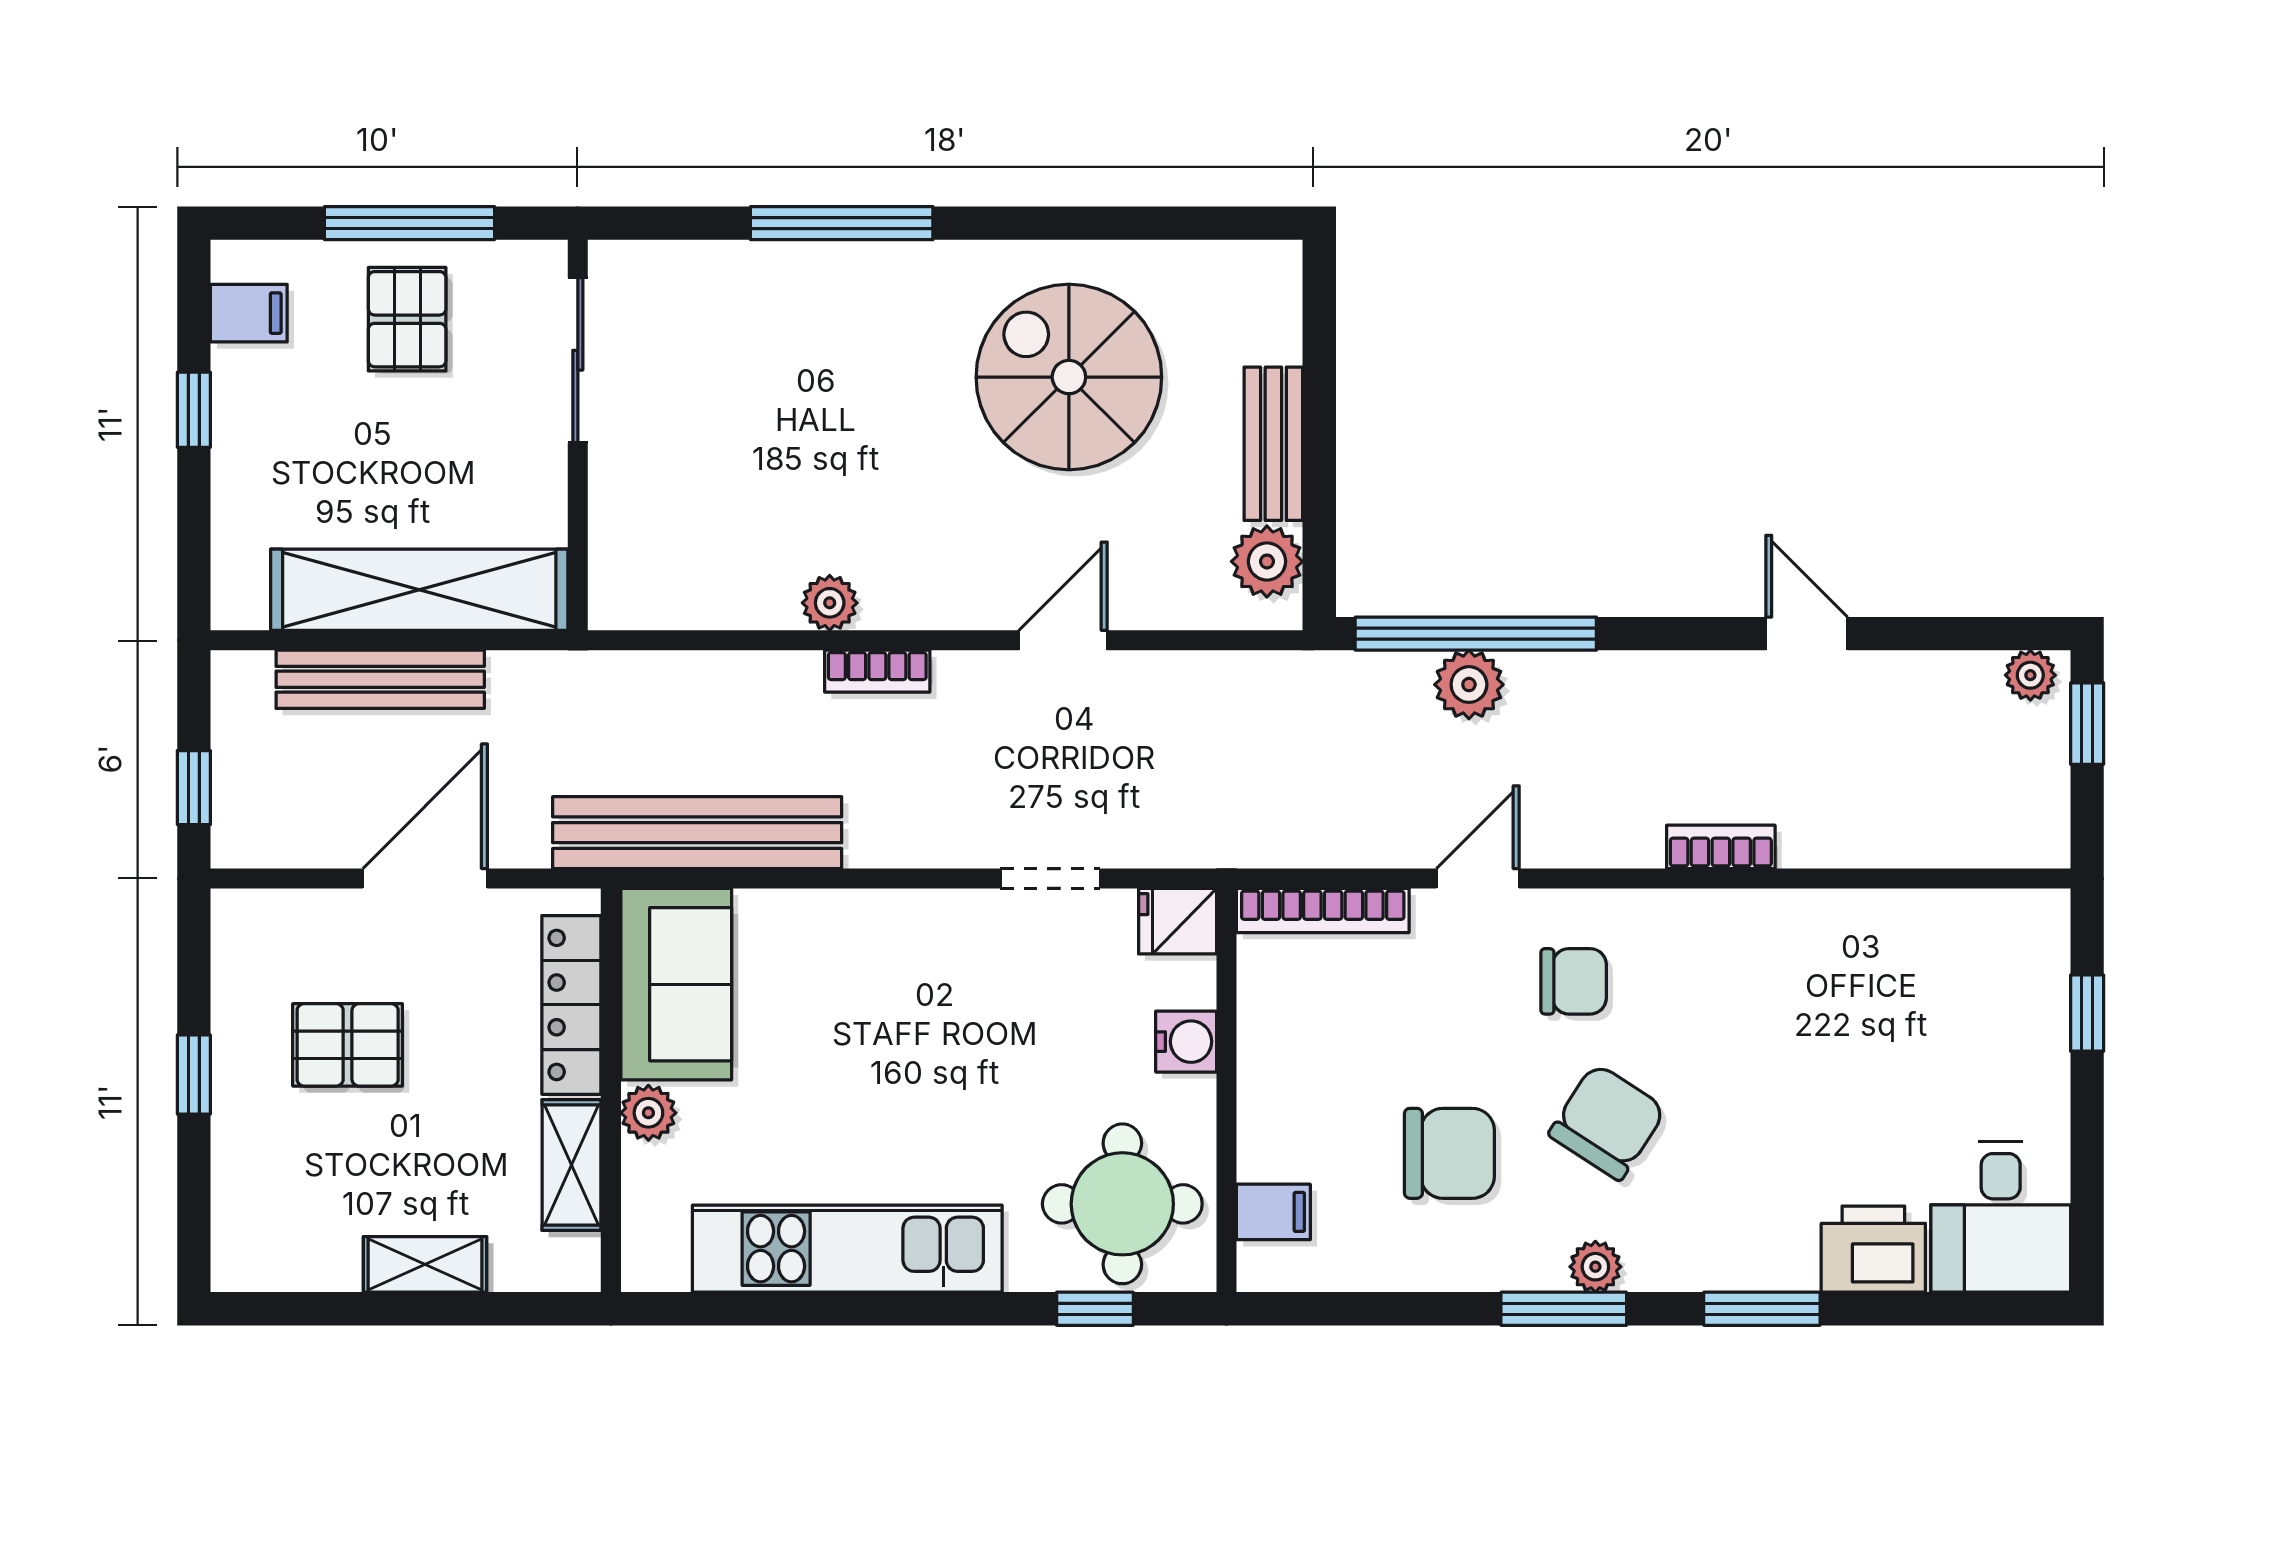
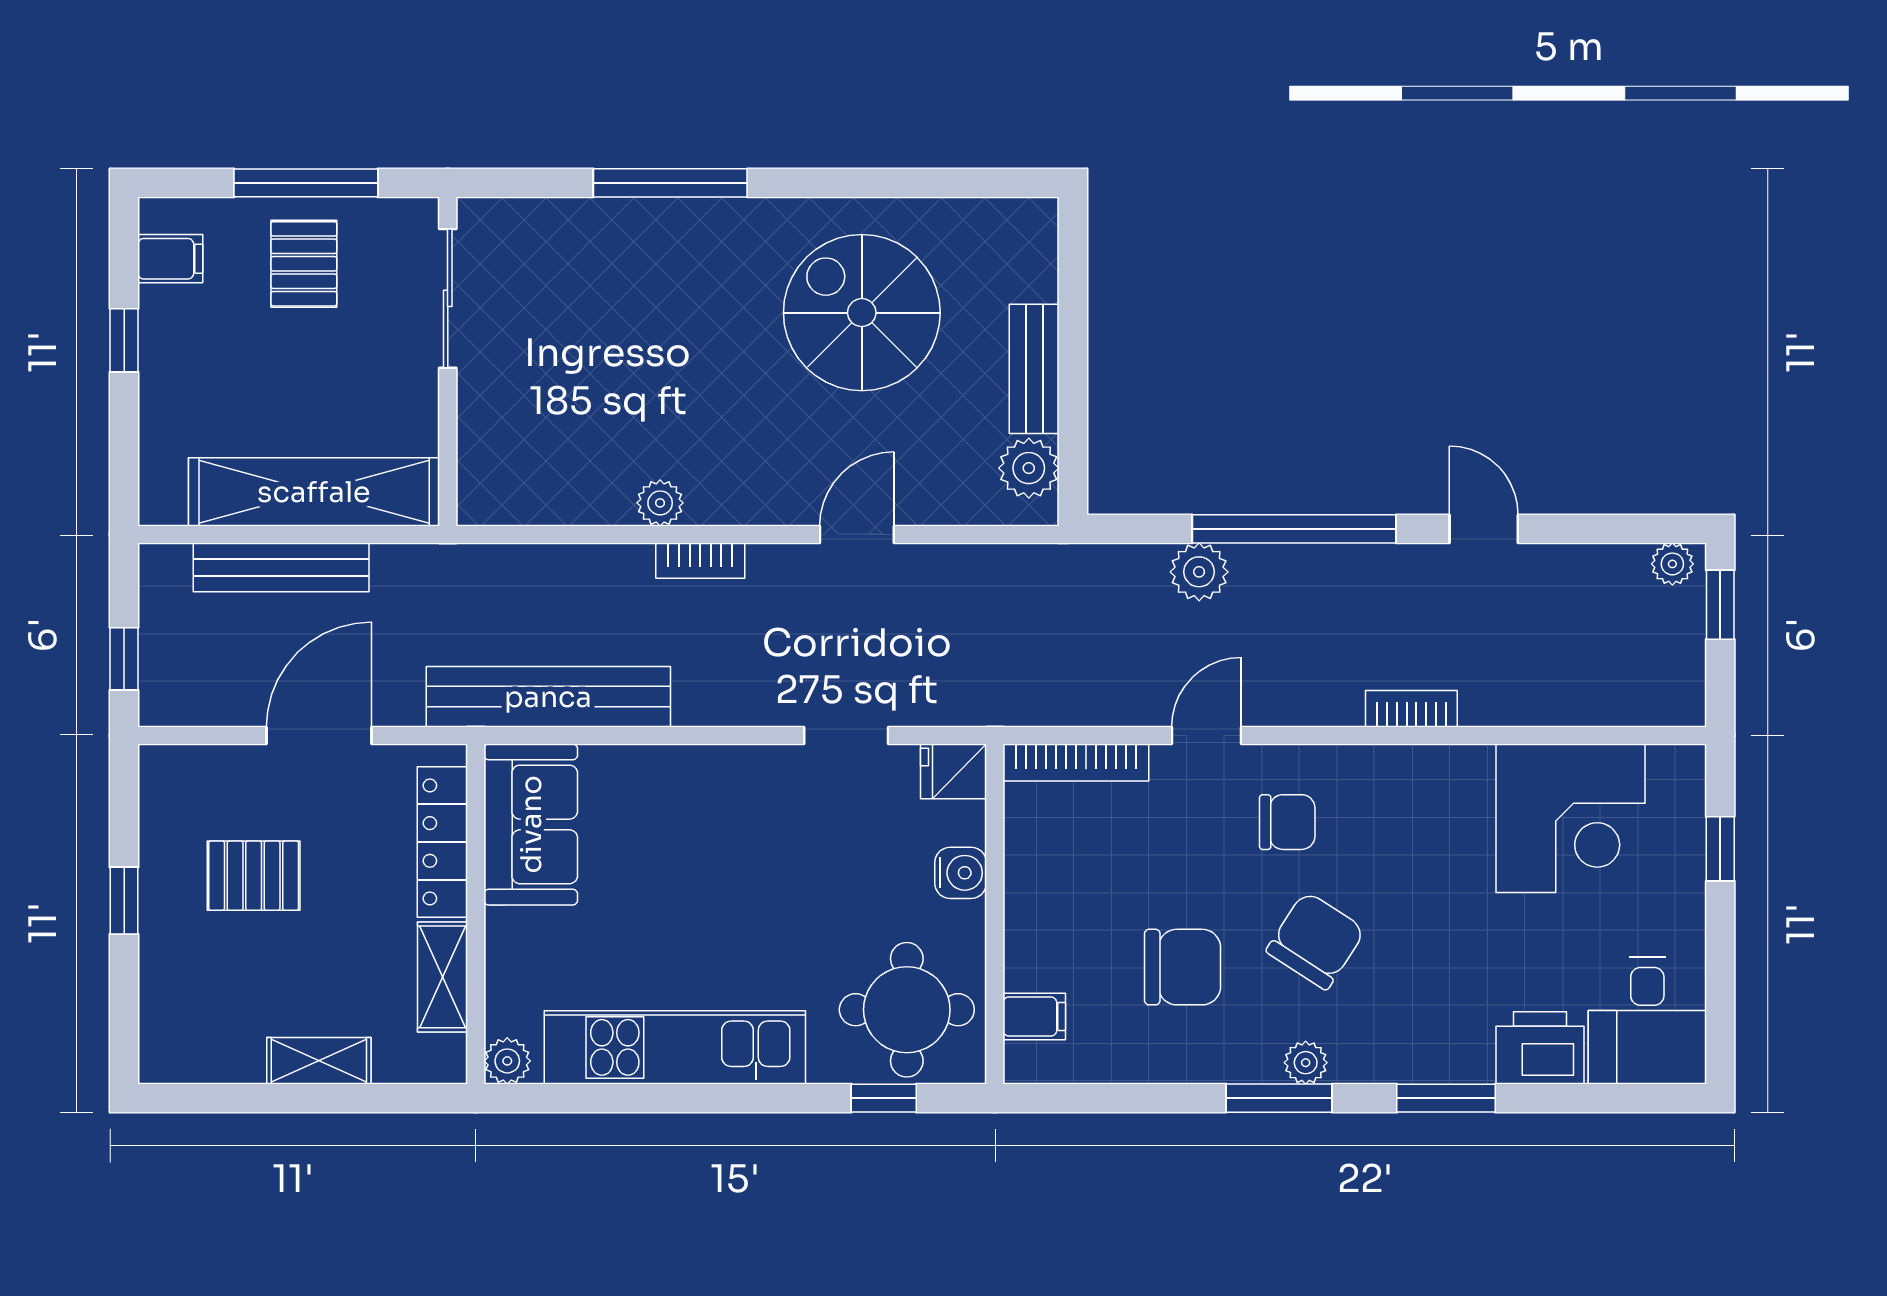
window: (1476, 634) -> (1294, 529), moved
corner desk: (1909, 977) -> (1570, 818), added
plant: (648, 1113) -> (507, 1061), moved

